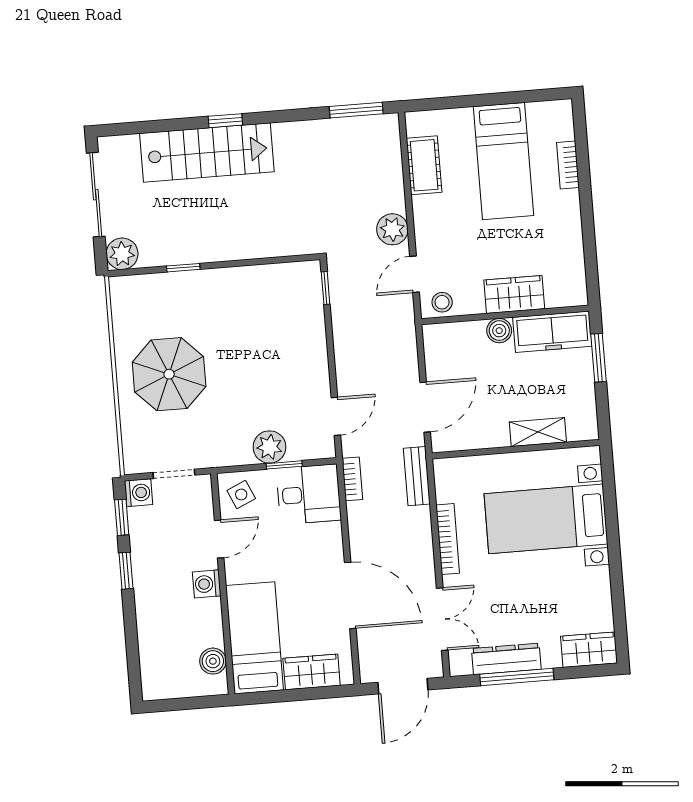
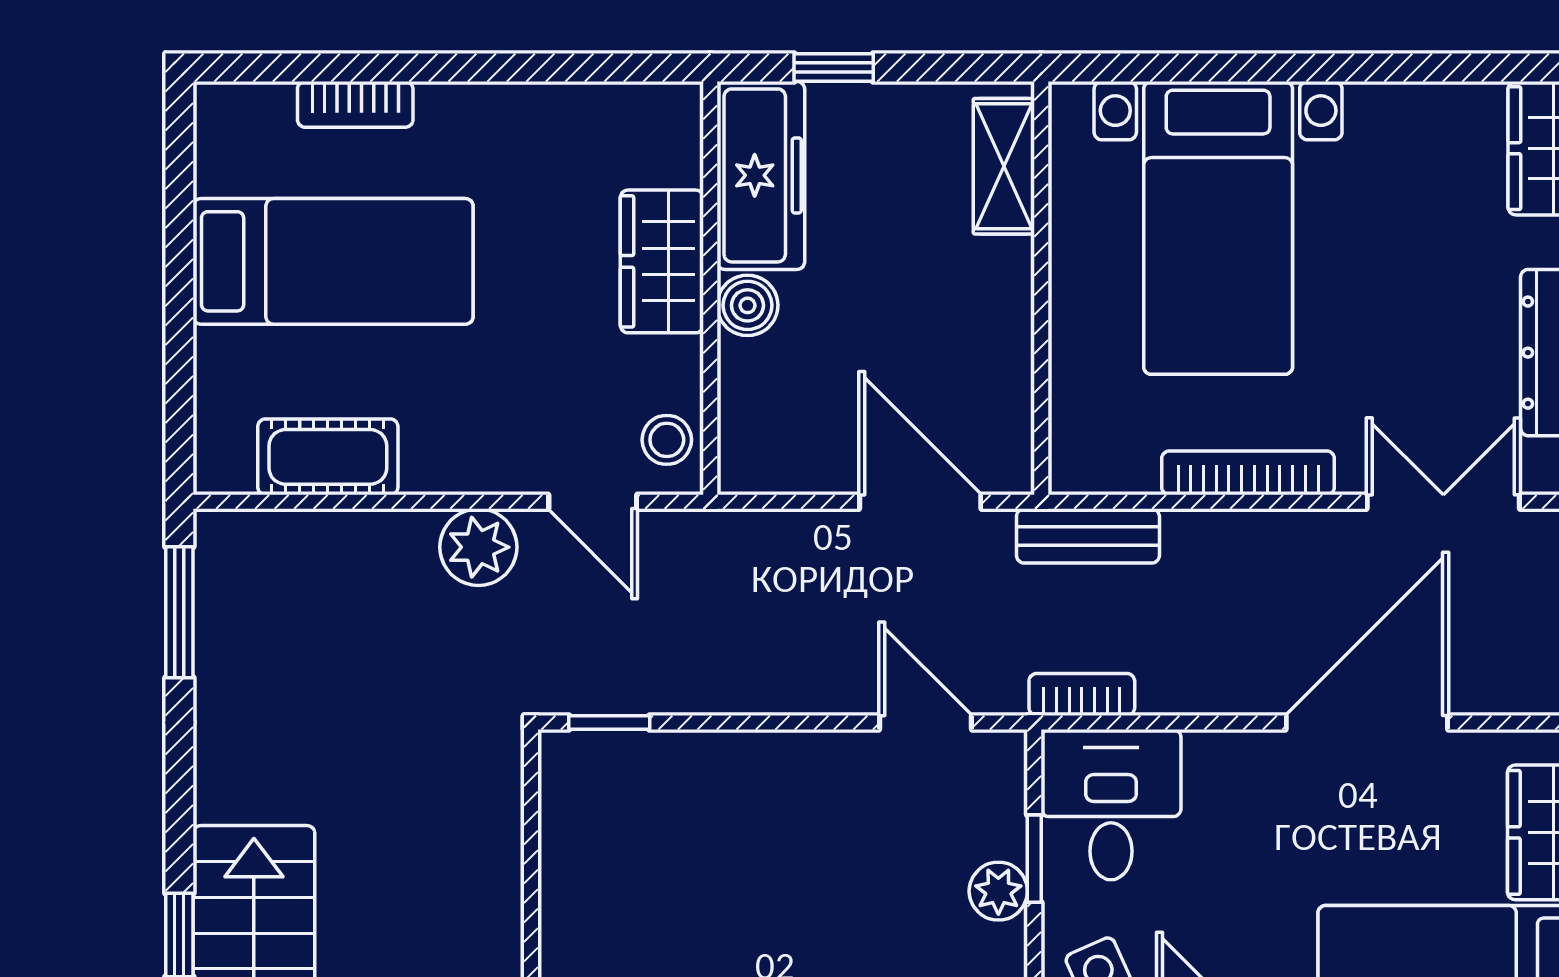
window: (598, 358) -> (834, 67), width x0.67
shelving: (538, 432) -> (1004, 166), moved
plant: (270, 447) -> (998, 891), width x0.73, depth x0.73

